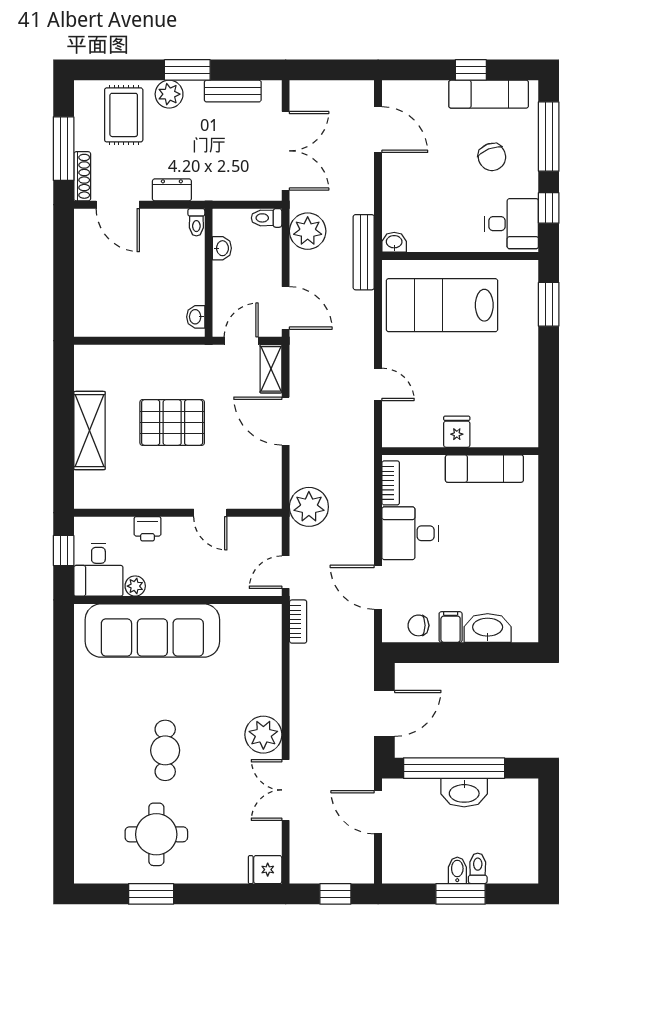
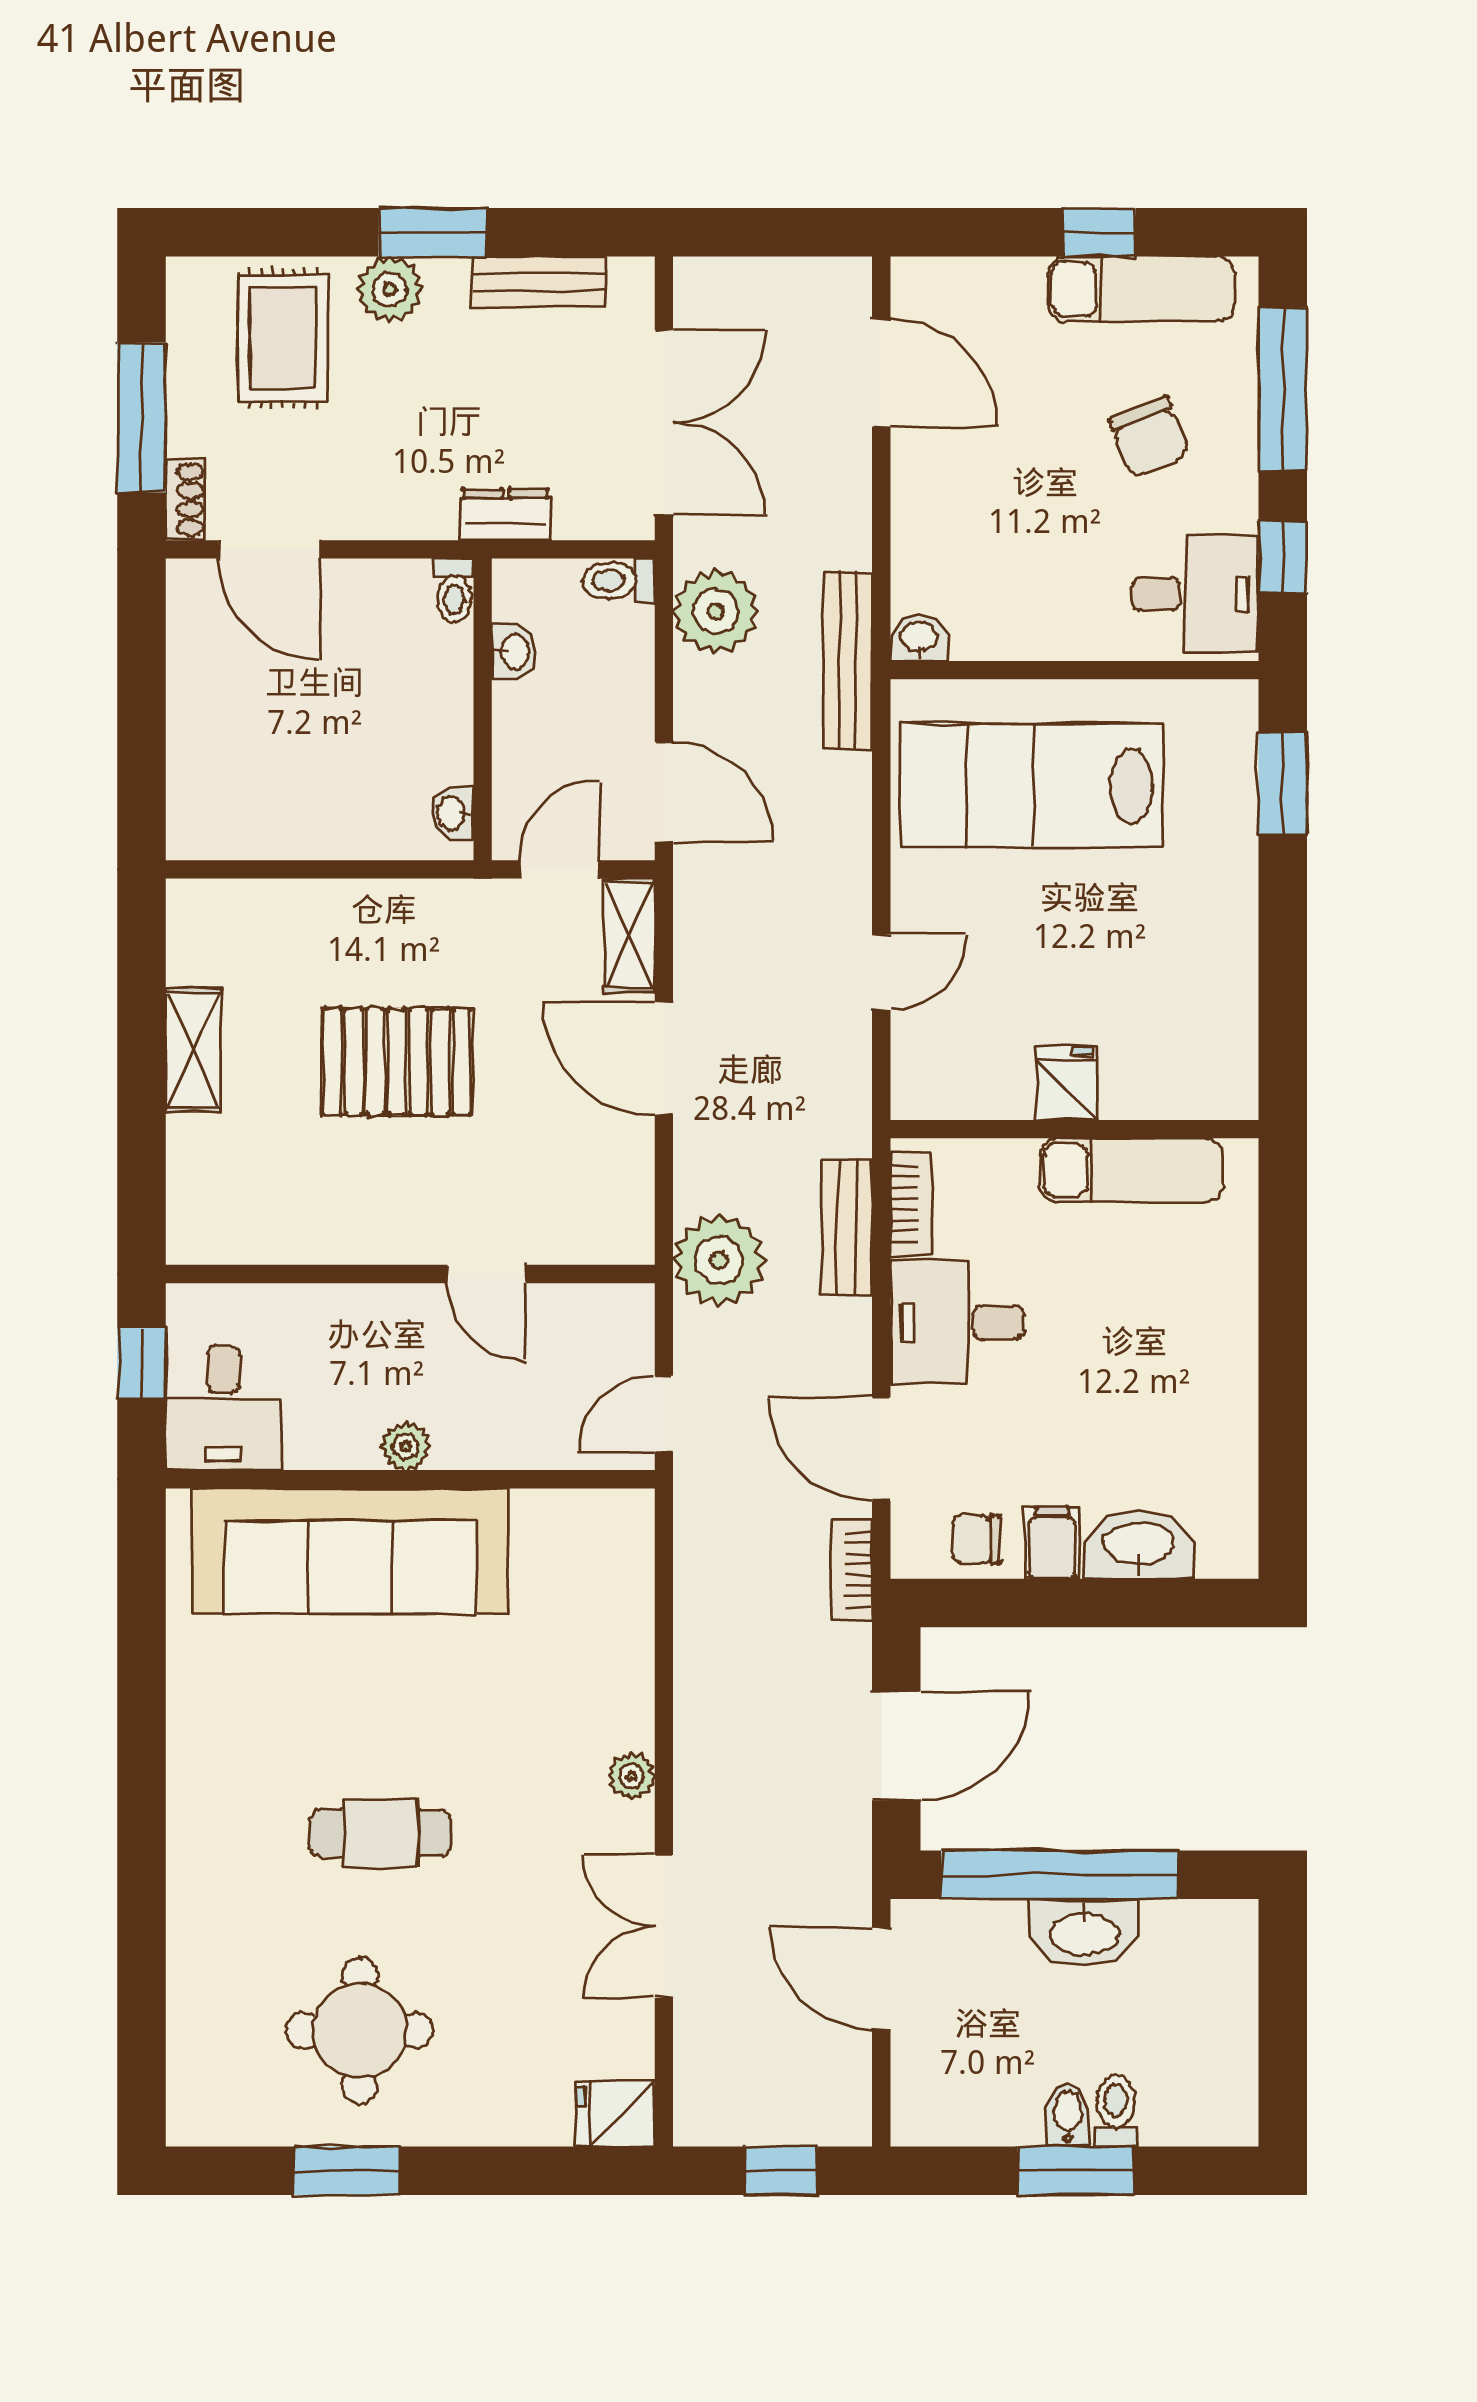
shoe rack: (82, 176) -> (185, 500), width x0.70
dresser: (172, 190) -> (506, 515), moved
door: (378, 384) -> (881, 972), hinge flipped
shelving: (90, 431) -> (193, 1050), width x0.67, depth x0.75
bench: (363, 493) -> (846, 1228), added
printer: (147, 529) -> (339, 1312), removed
plant: (135, 586) -> (406, 1446), moved
bookcase: (298, 622) -> (852, 1570), moved, turned 180
plant: (263, 735) -> (632, 1776), width x0.53, depth x0.53
cafe table: (165, 750) -> (381, 1833), turned 90

